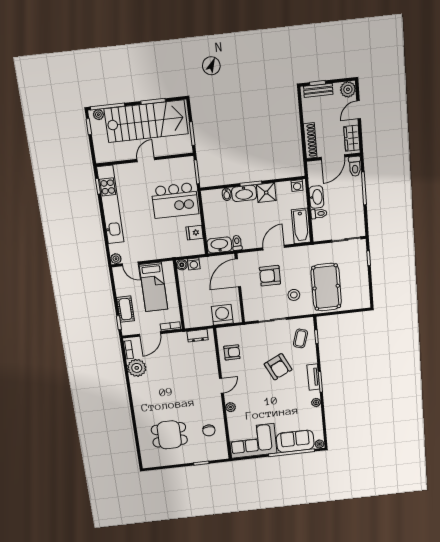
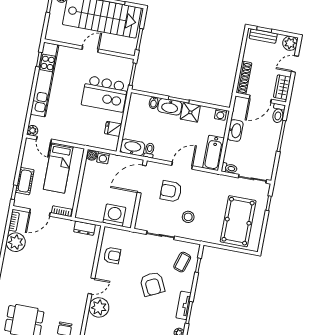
toilet: (319, 214) -> (229, 168), moved
pool table: (326, 287) -> (238, 221), moved
plant: (231, 407) -> (99, 307), width x1.87, depth x1.87

